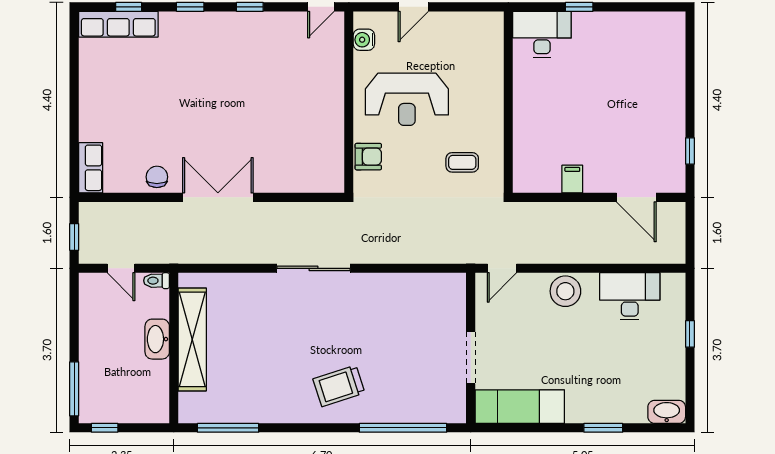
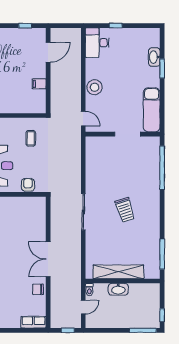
desk: (630, 296) -> (97, 43), moved
trolley: (339, 386) -> (125, 210), moved
washbasin: (667, 412) -> (154, 57), moved

